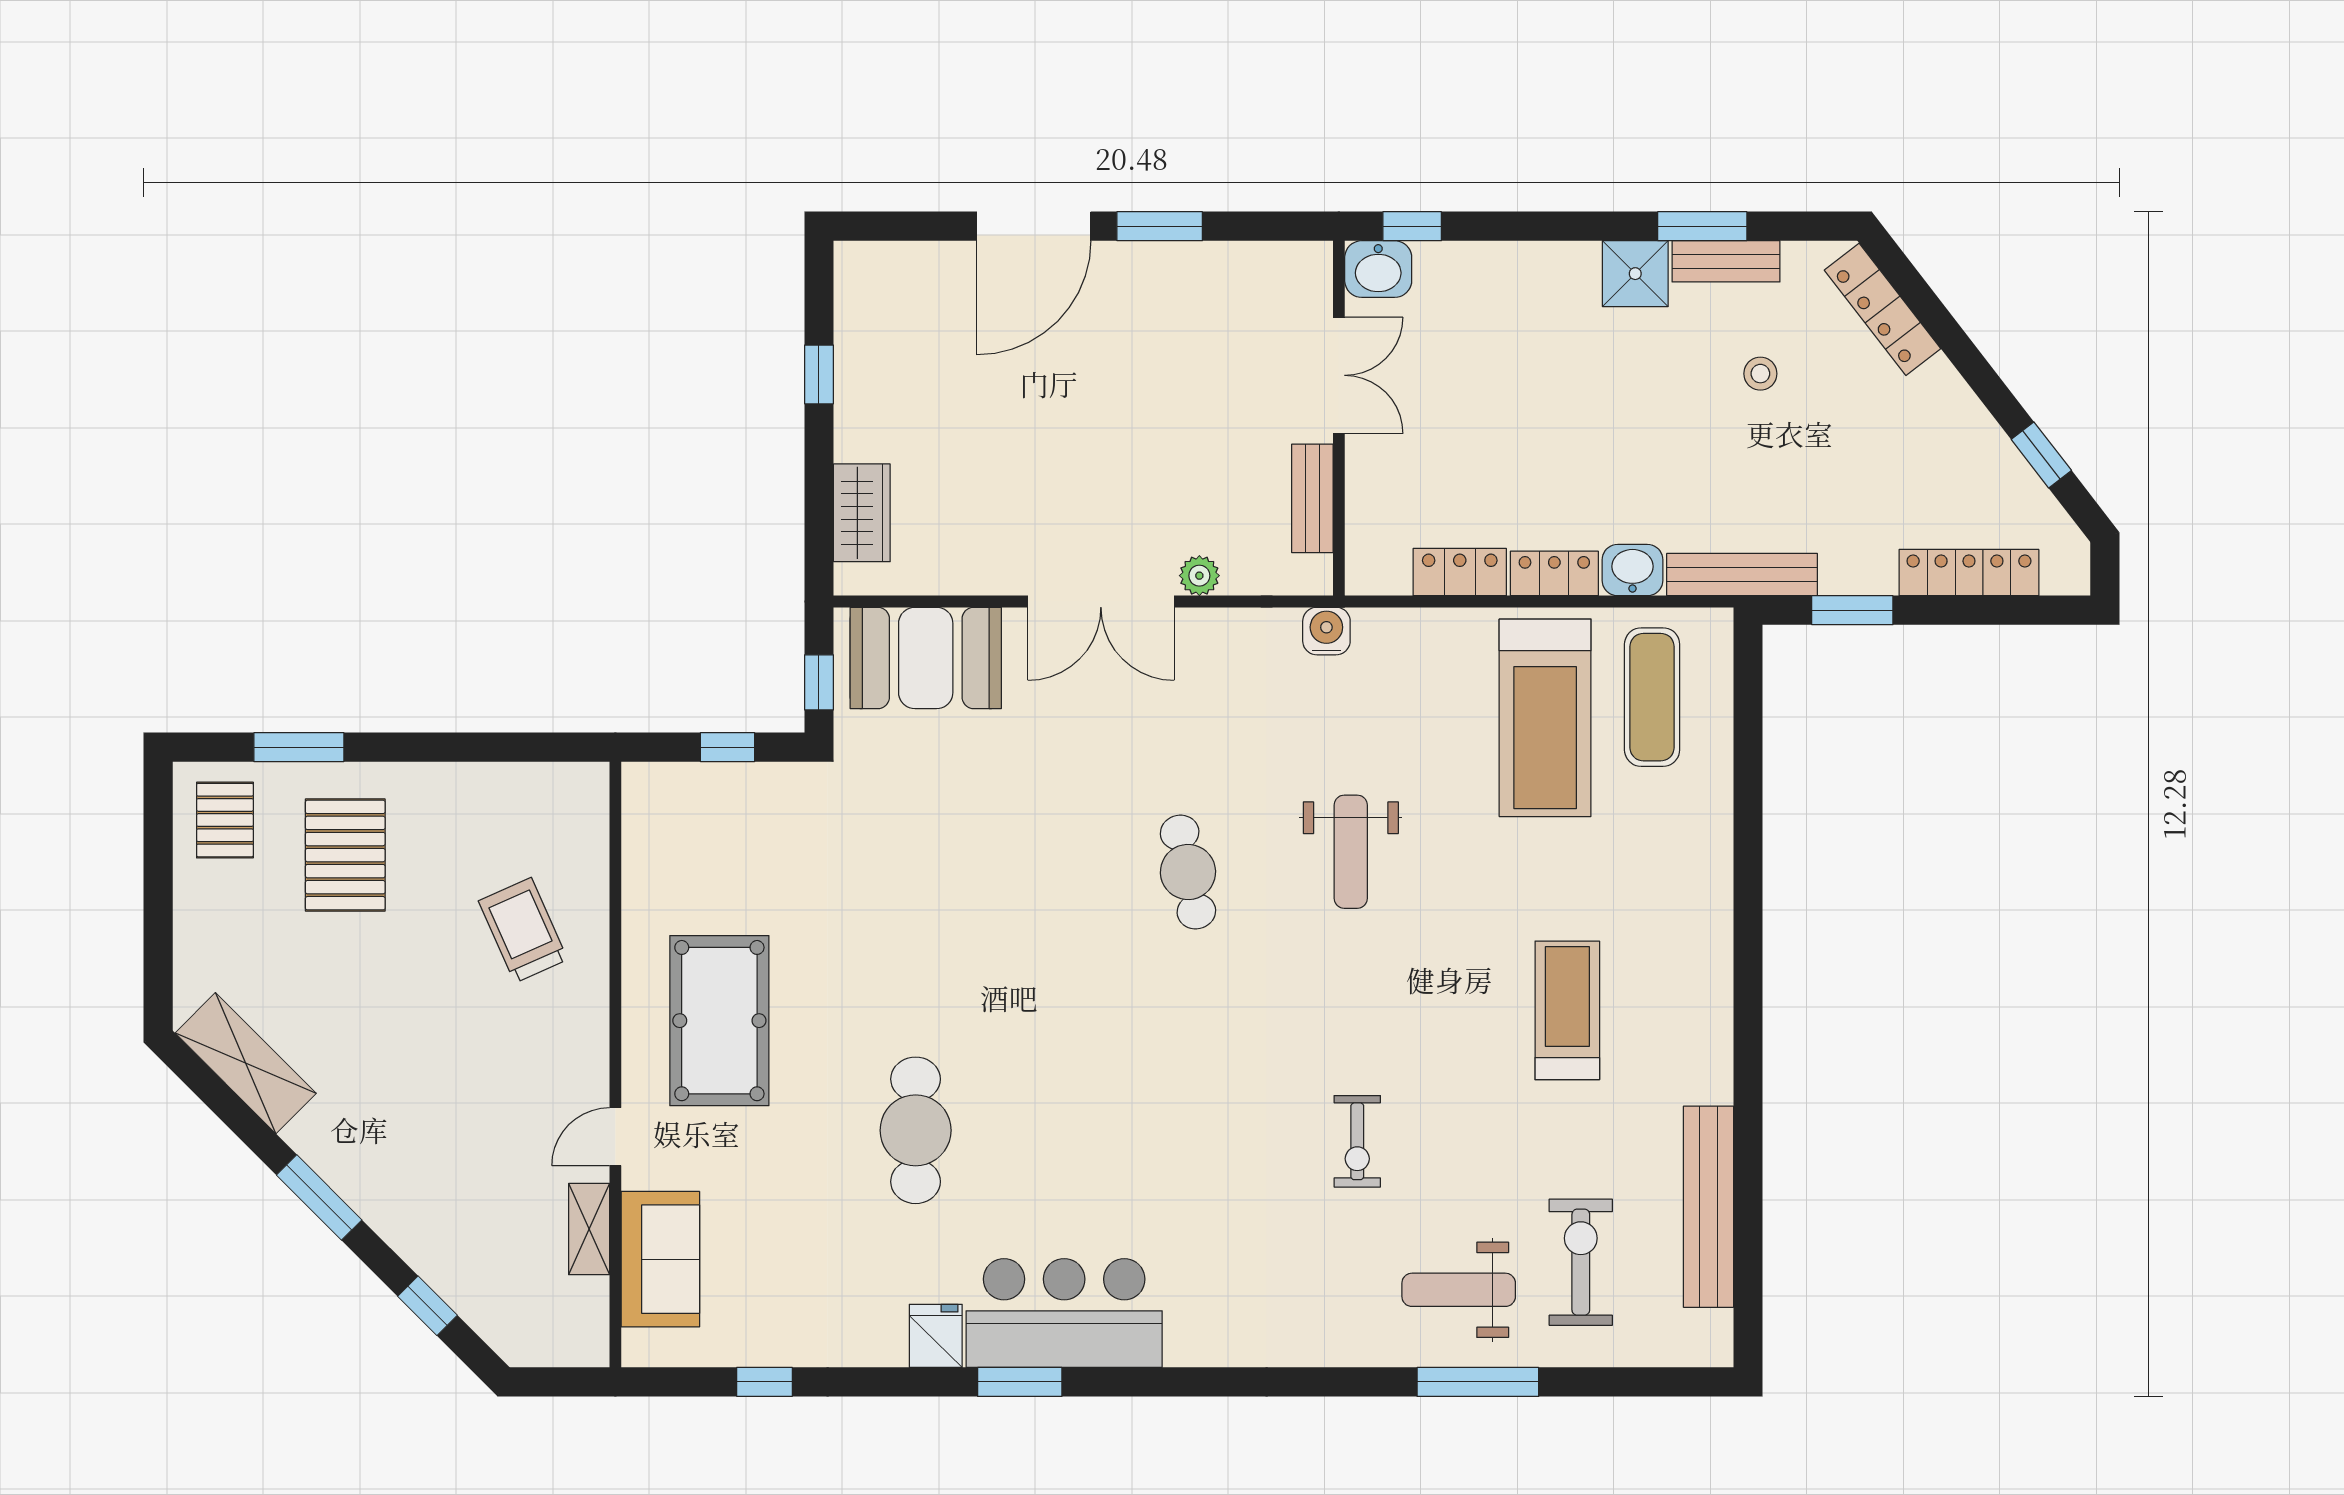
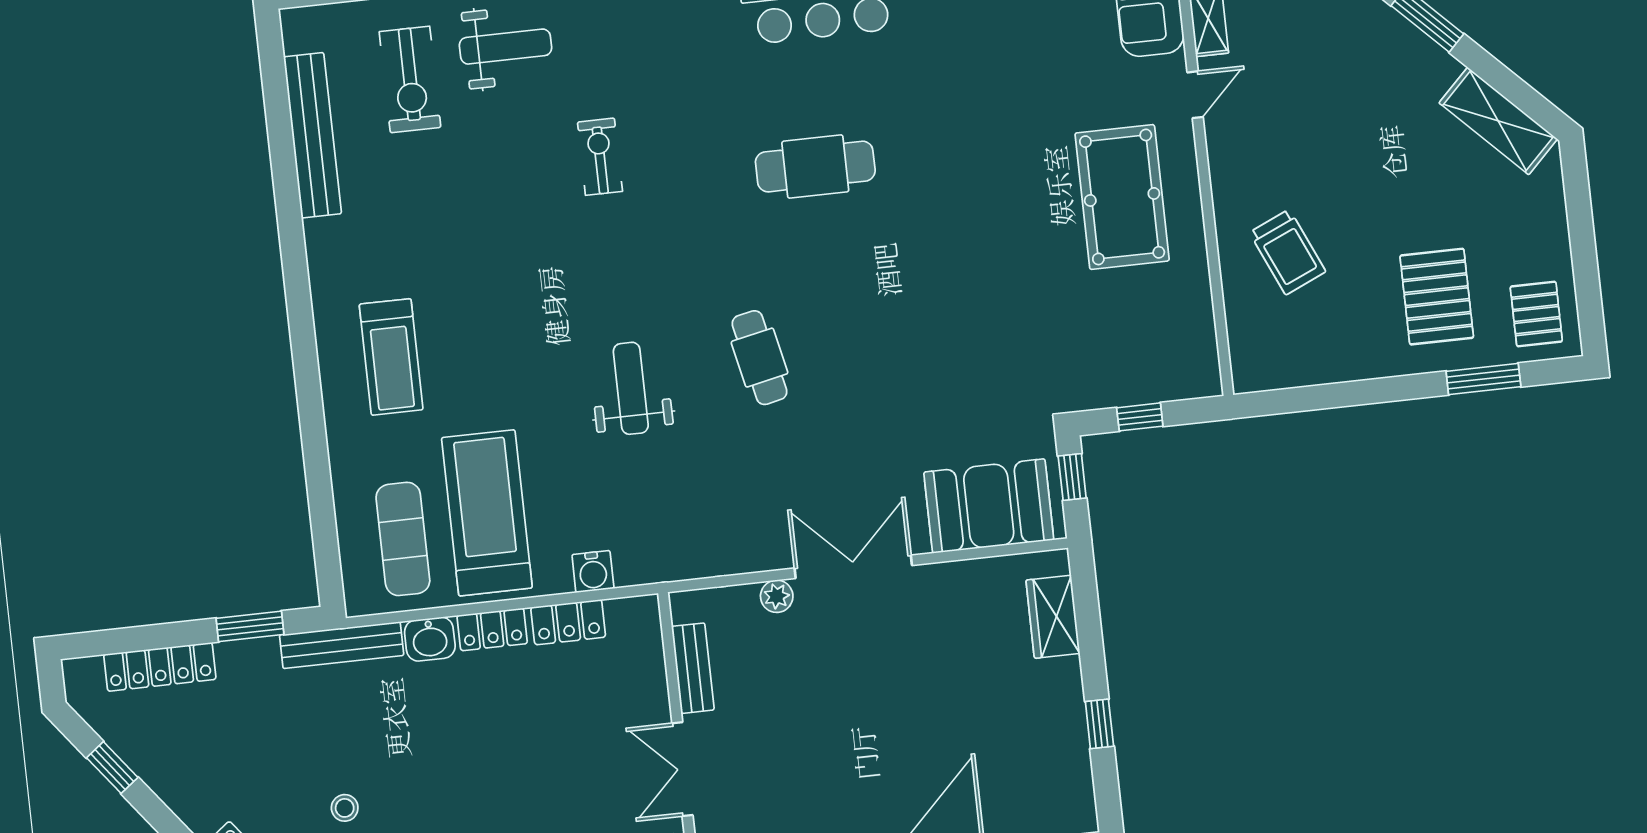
water cooler: (1326, 631) -> (593, 572), moved
treadmill: (1567, 1010) -> (391, 357), moved
cafe table: (916, 1130) -> (815, 167), moved, turned 90

